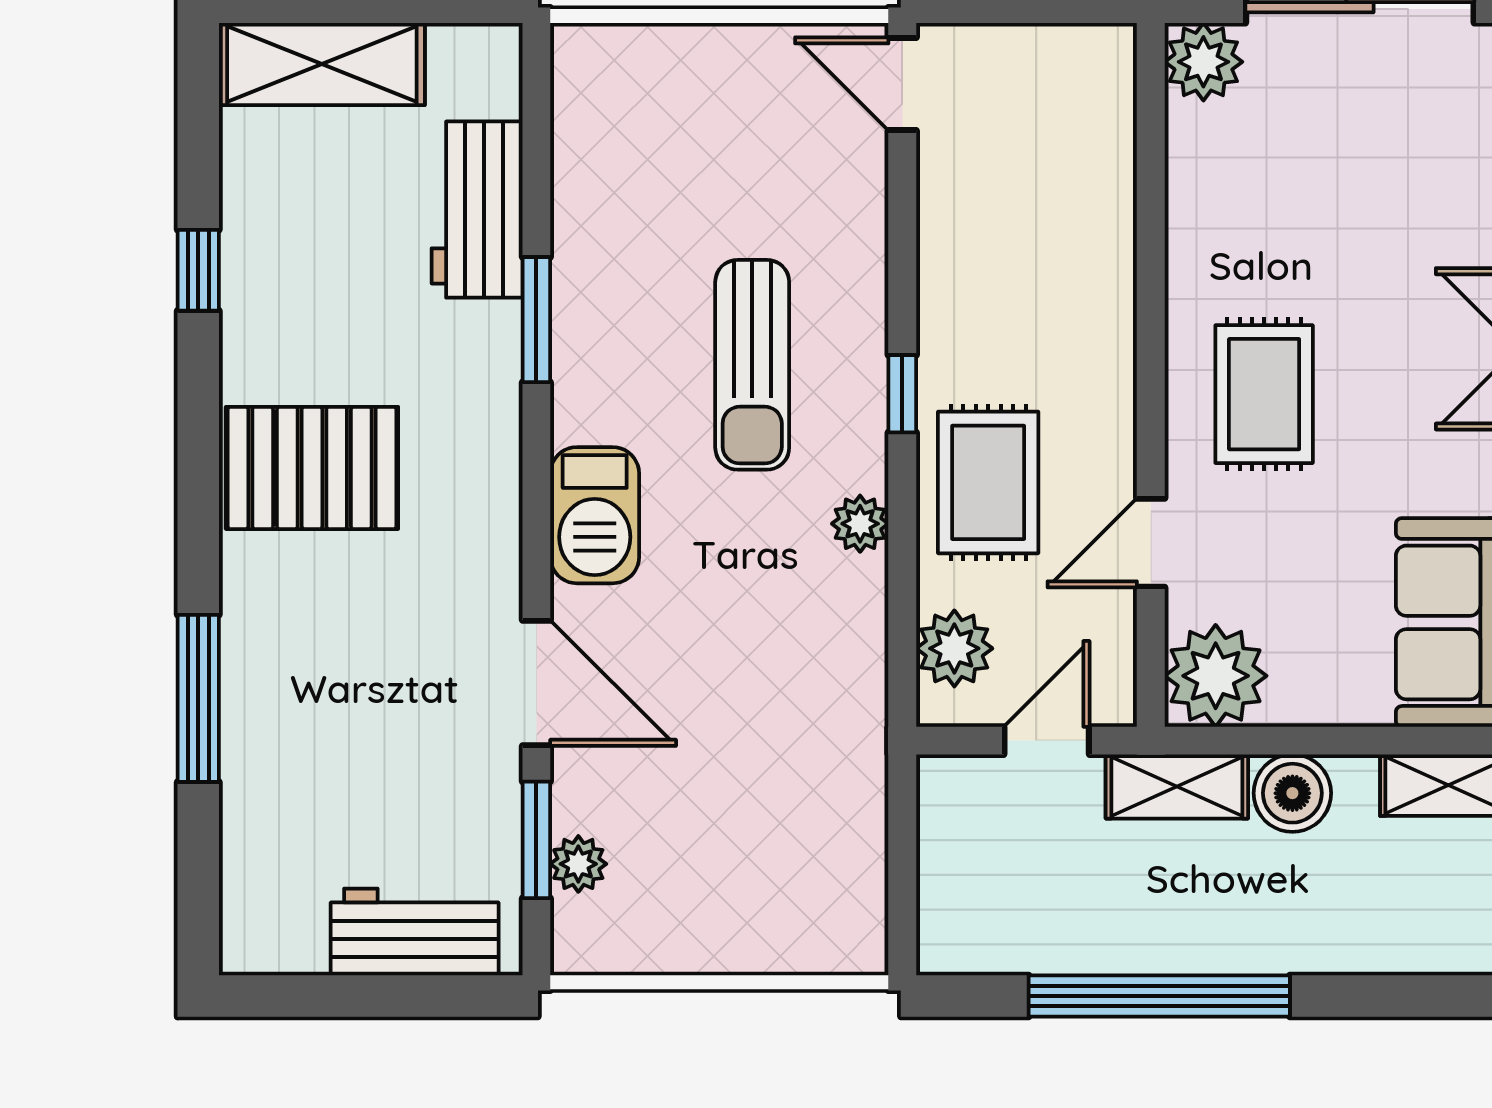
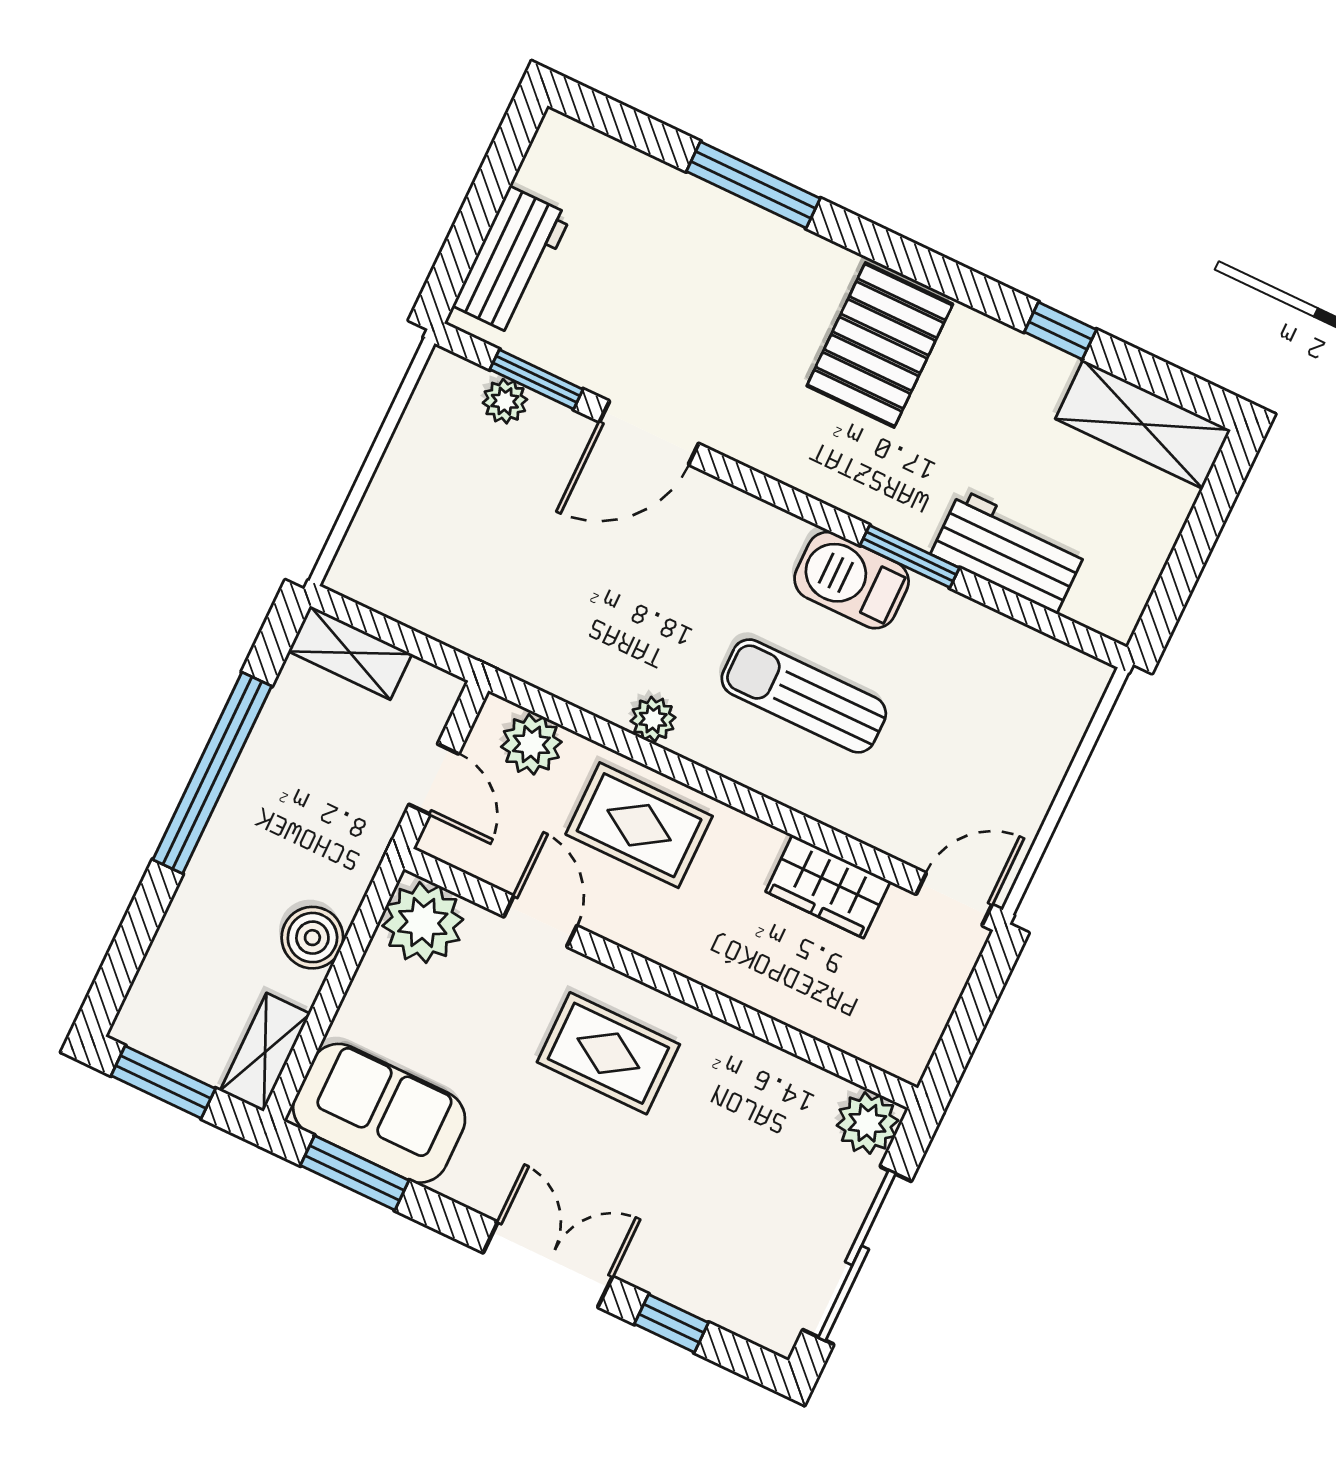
shelving: (322, 64) -> (1143, 424), moved, turned 90
wardrobe: (956, 234) -> (828, 886), added
window: (902, 394) -> (732, 794), removed
barbecue: (595, 515) -> (852, 580), moved
shelving: (1177, 786) -> (350, 653), moved, turned 90

